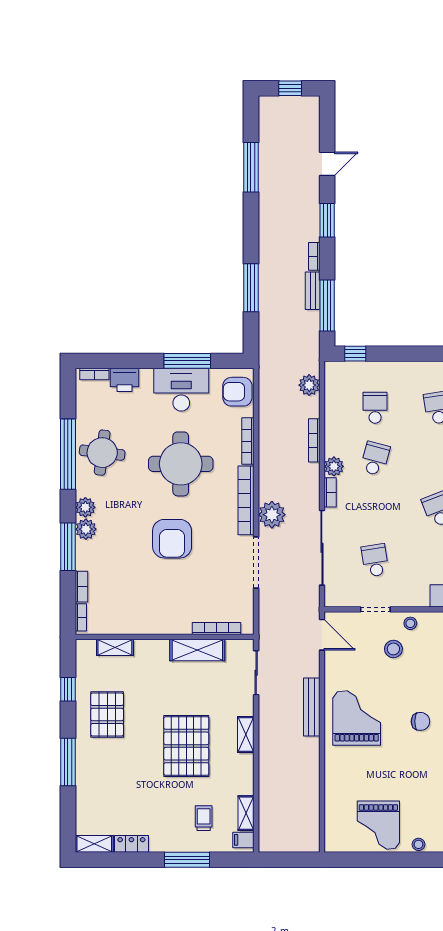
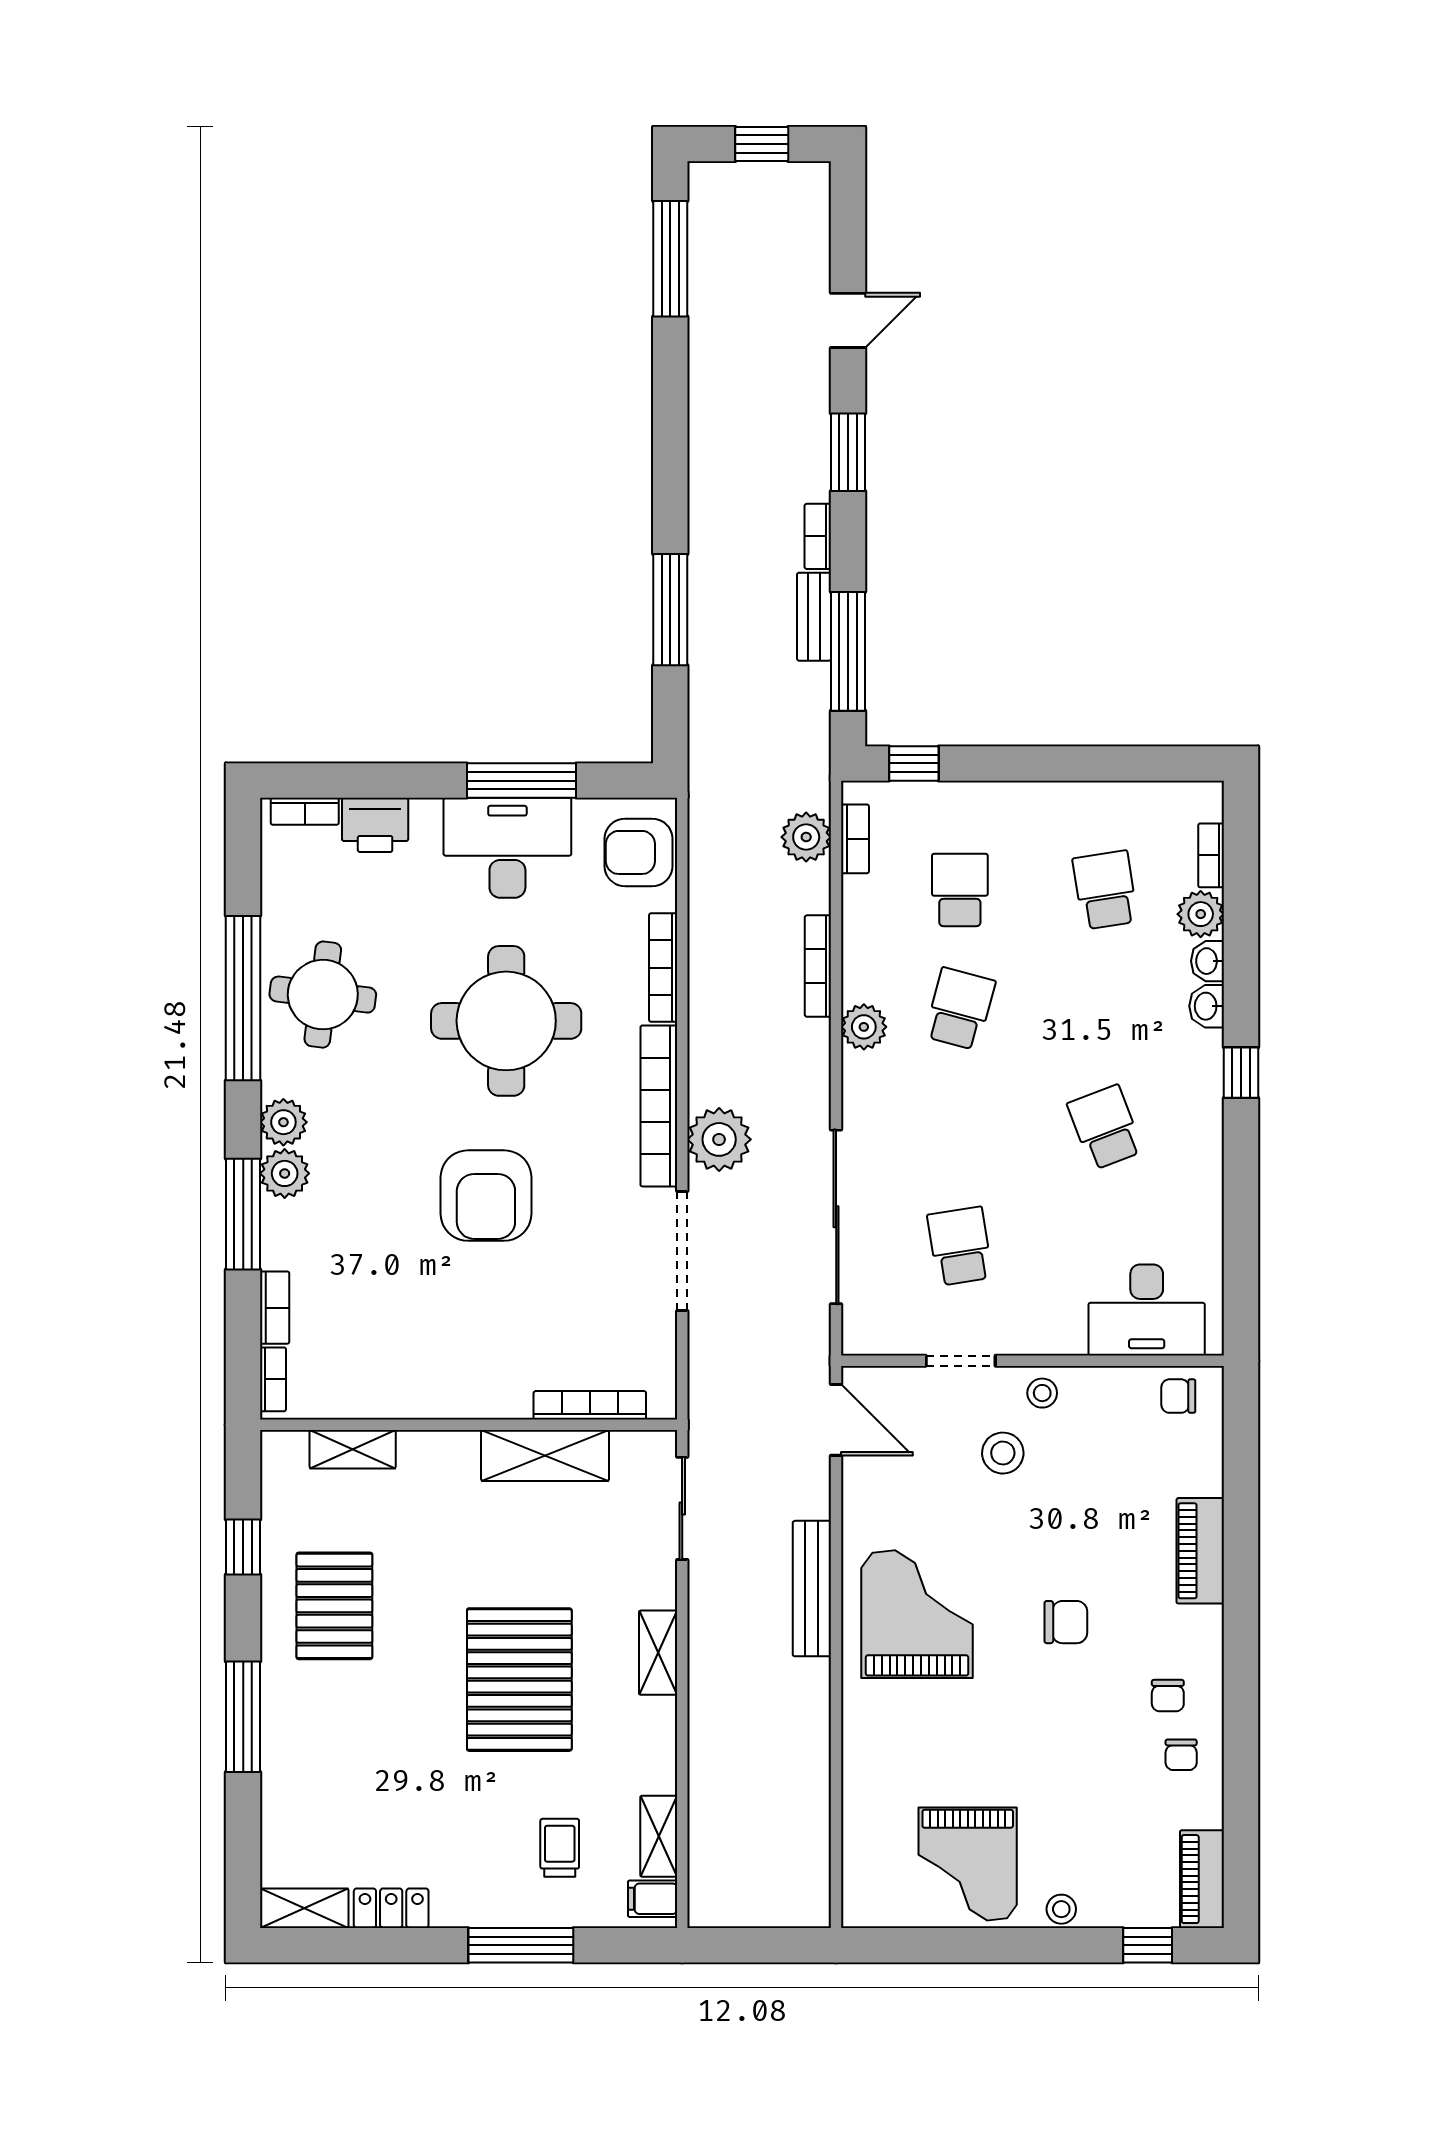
window: (251, 167) -> (670, 259), moved
bookcase: (330, 492) -> (855, 839), moved

